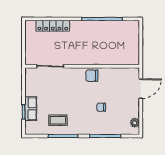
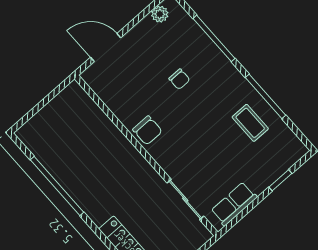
row of seats: (31, 109) -> (234, 204), moved

